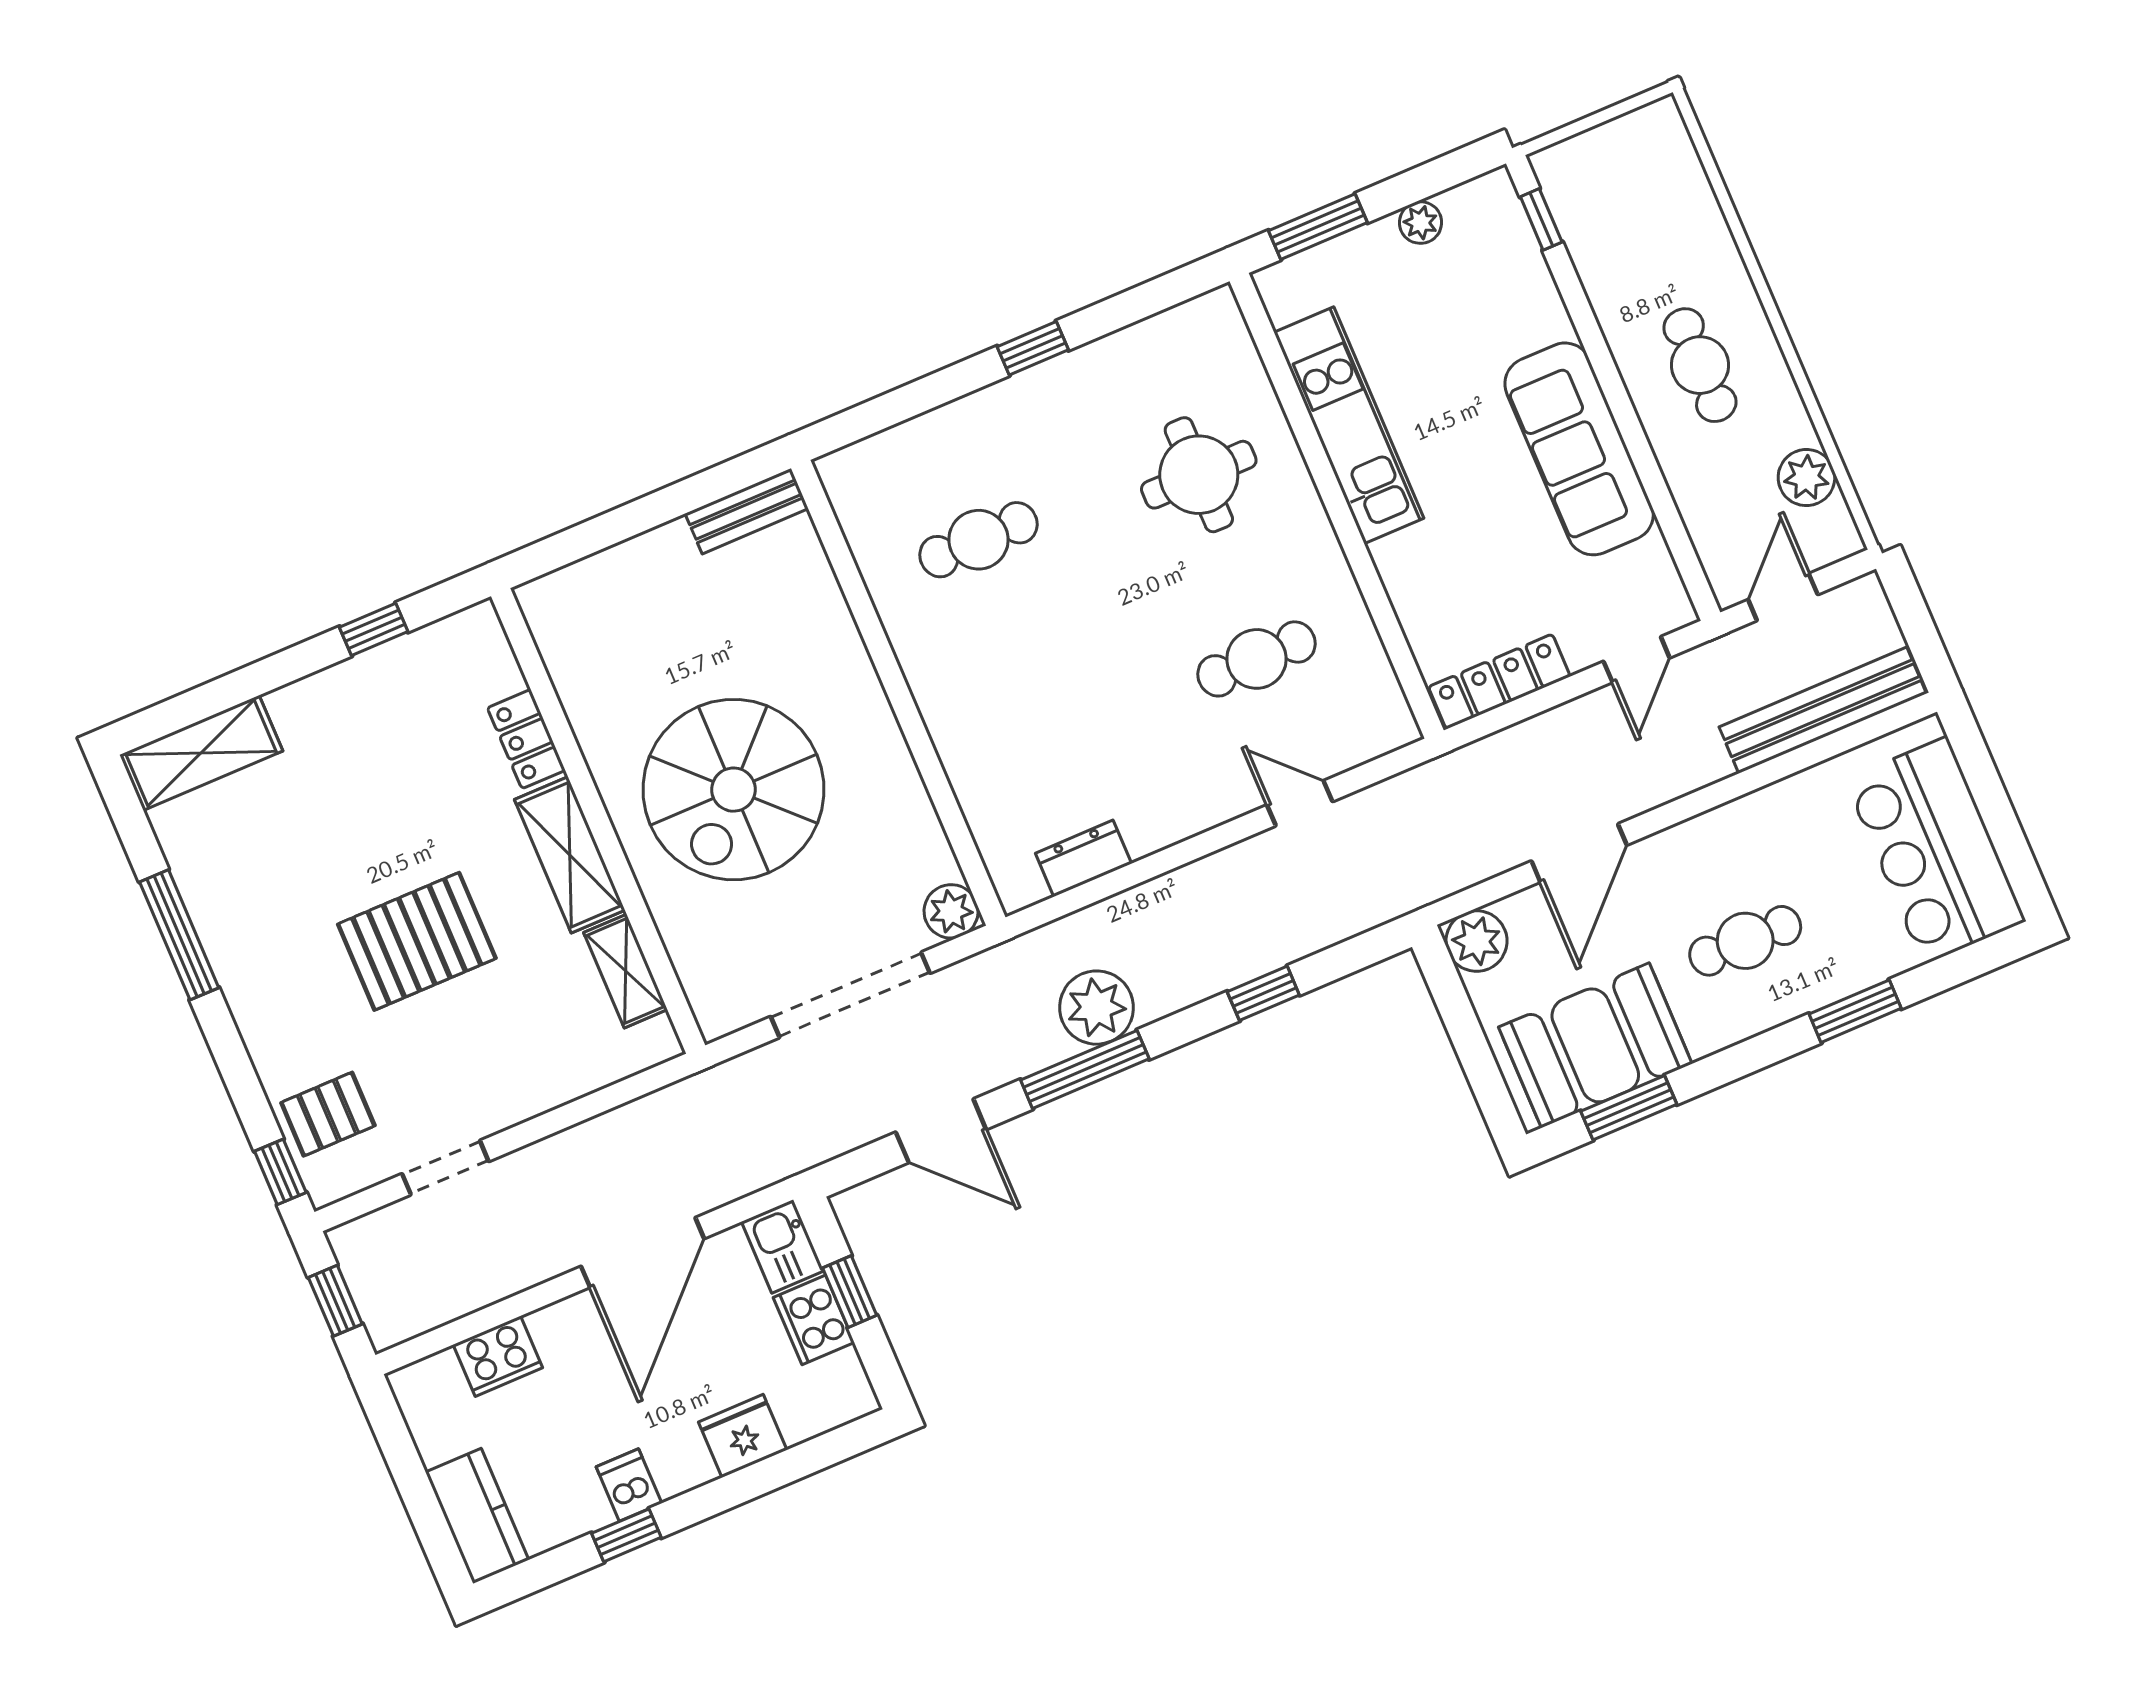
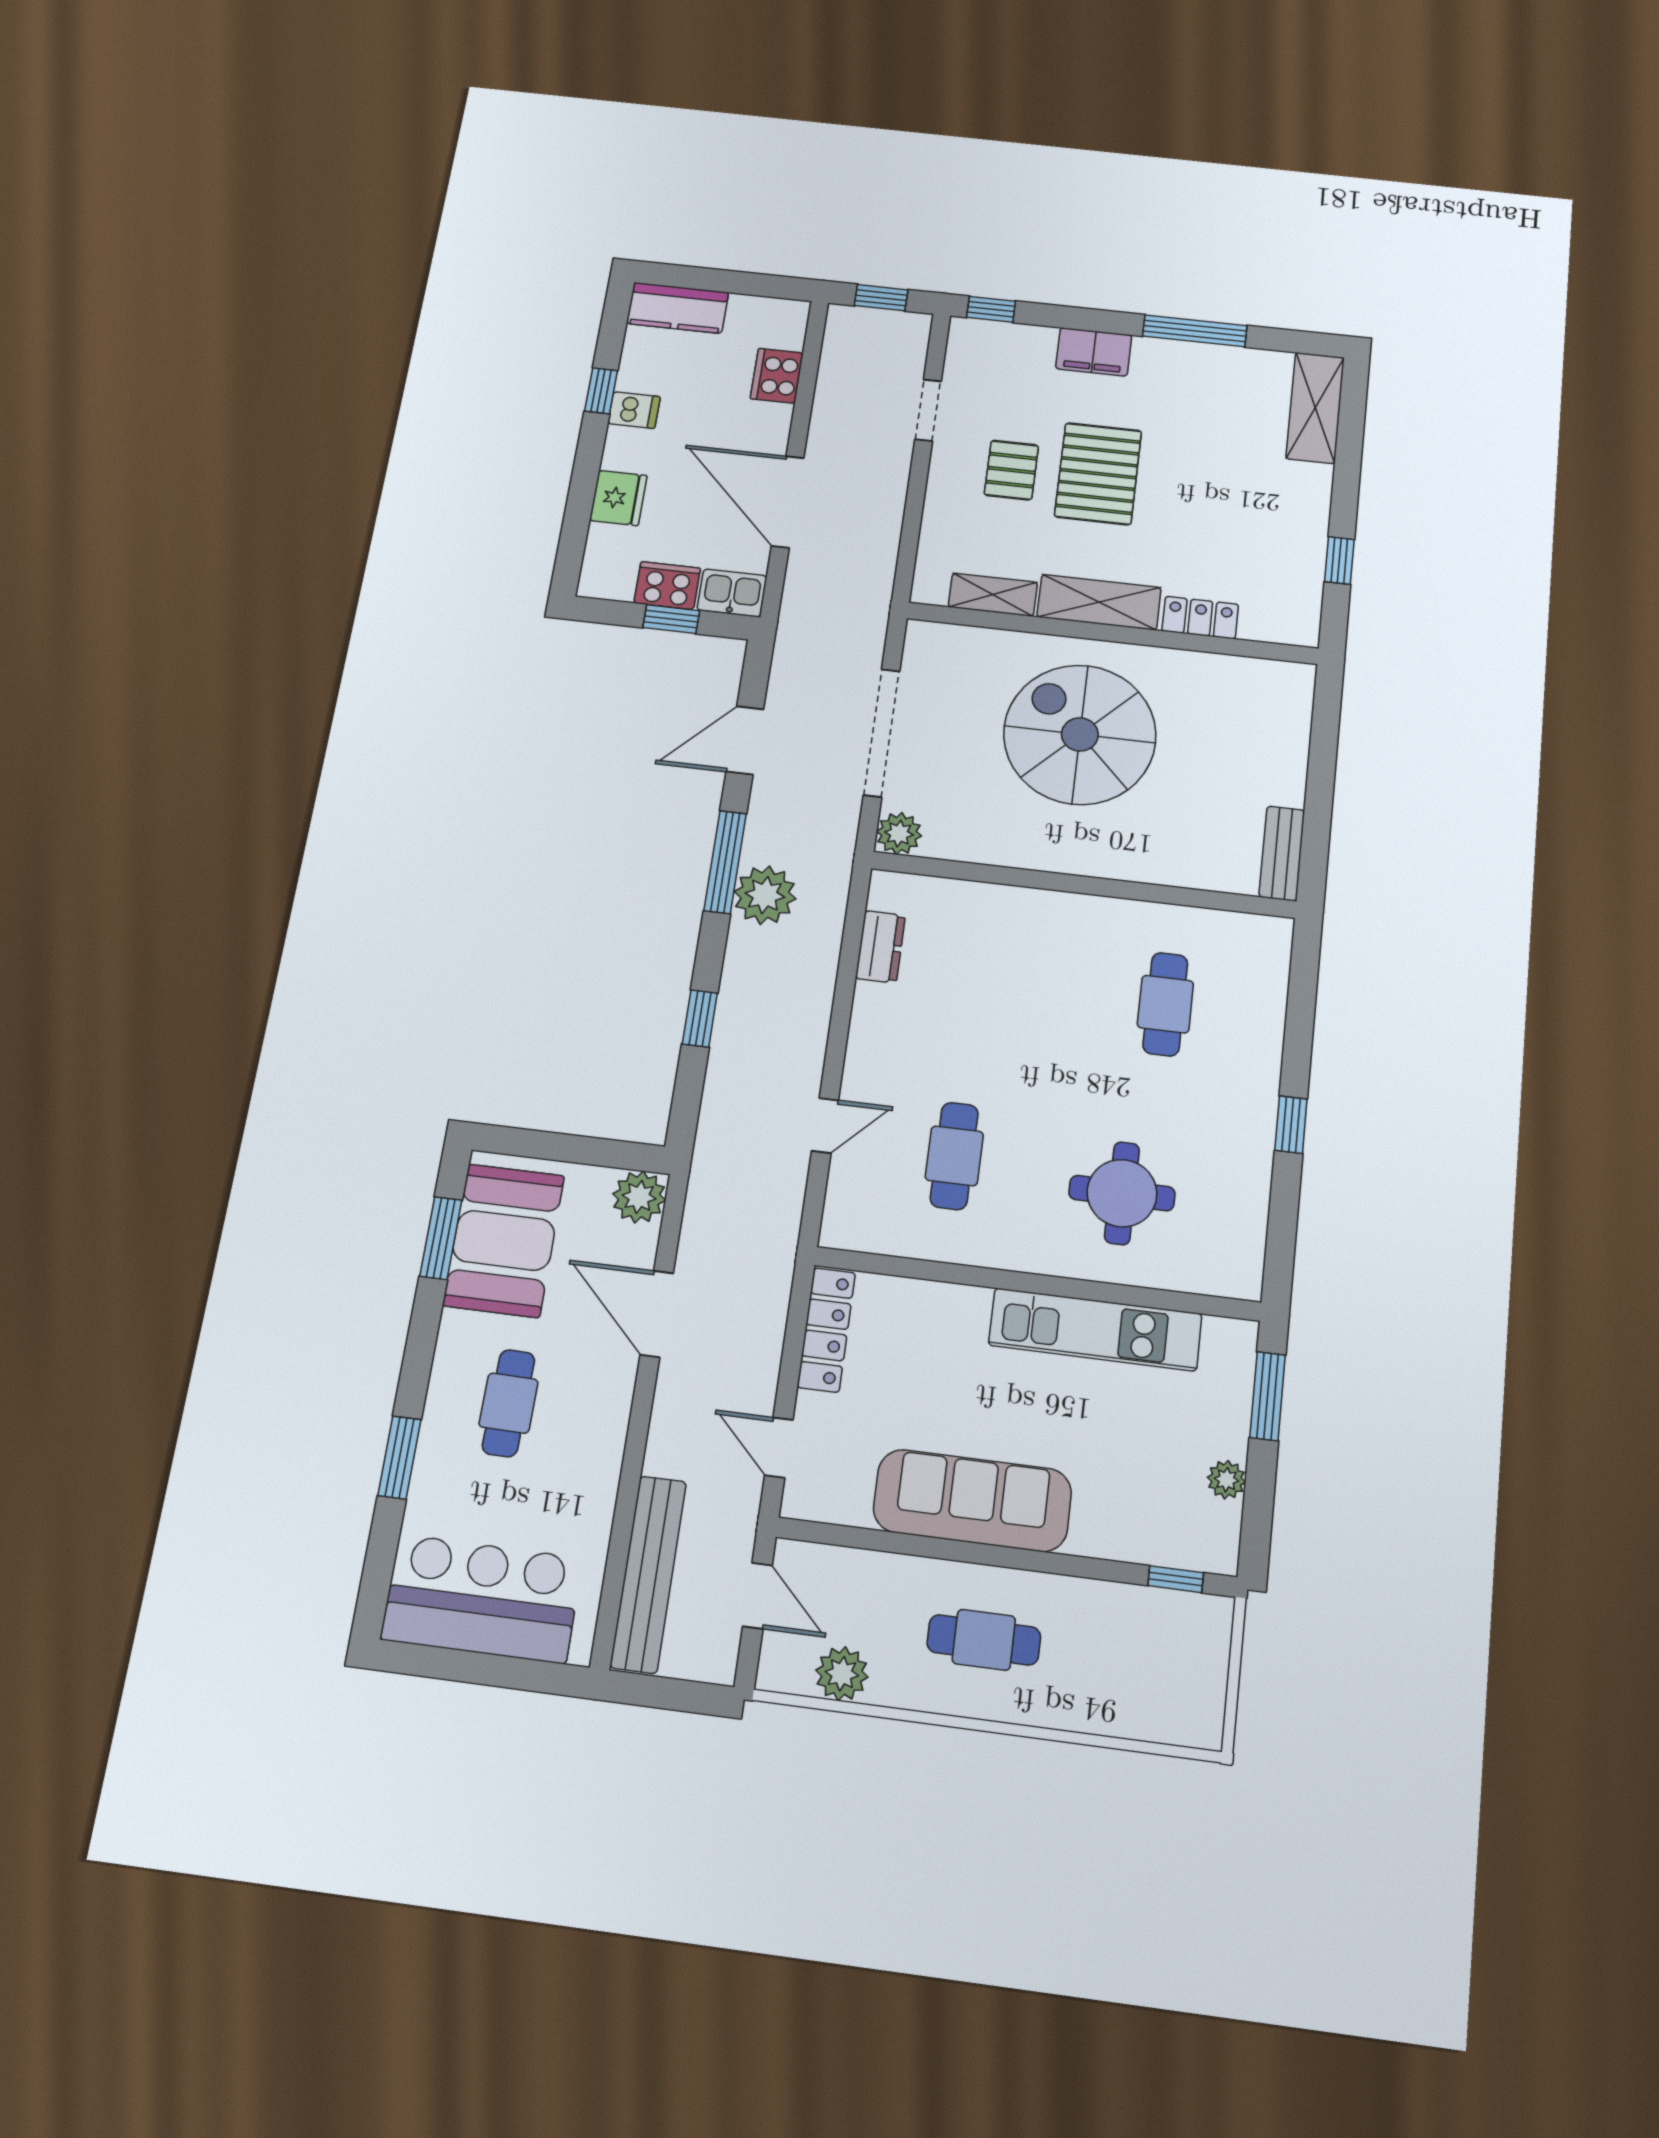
filing cabinet: (269, 1030) -> (1094, 352), added
pallet: (328, 1114) -> (1011, 470), moved

